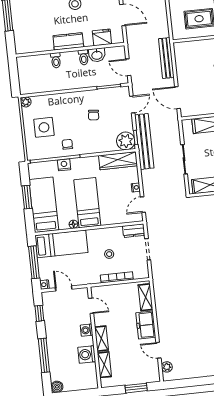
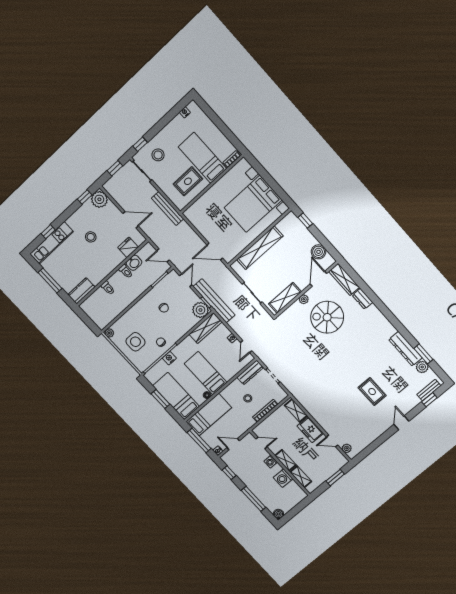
kitchen counter: (68, 41) -> (81, 291), moved
bench: (166, 58) -> (167, 209), moved
dresser: (134, 231) -> (250, 372), width x1.44

